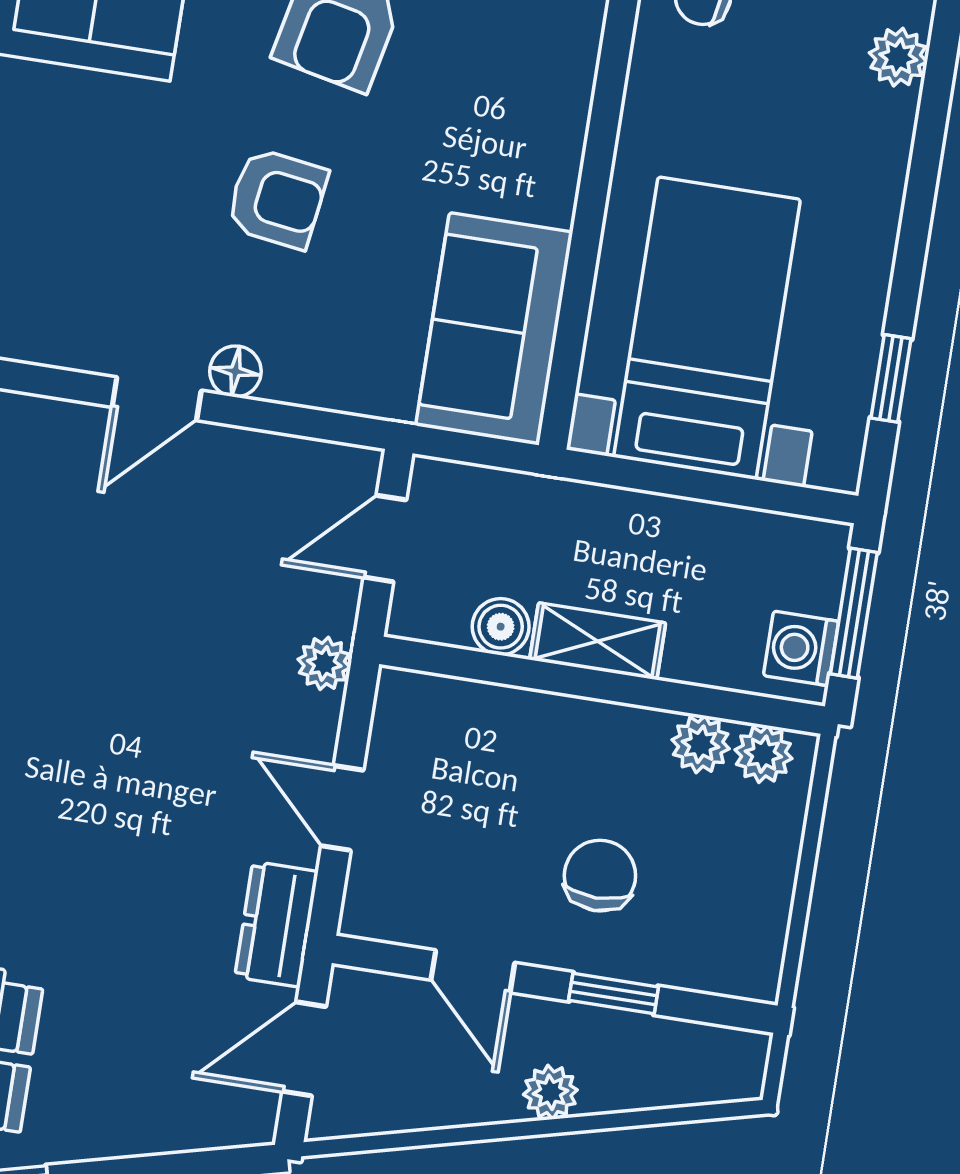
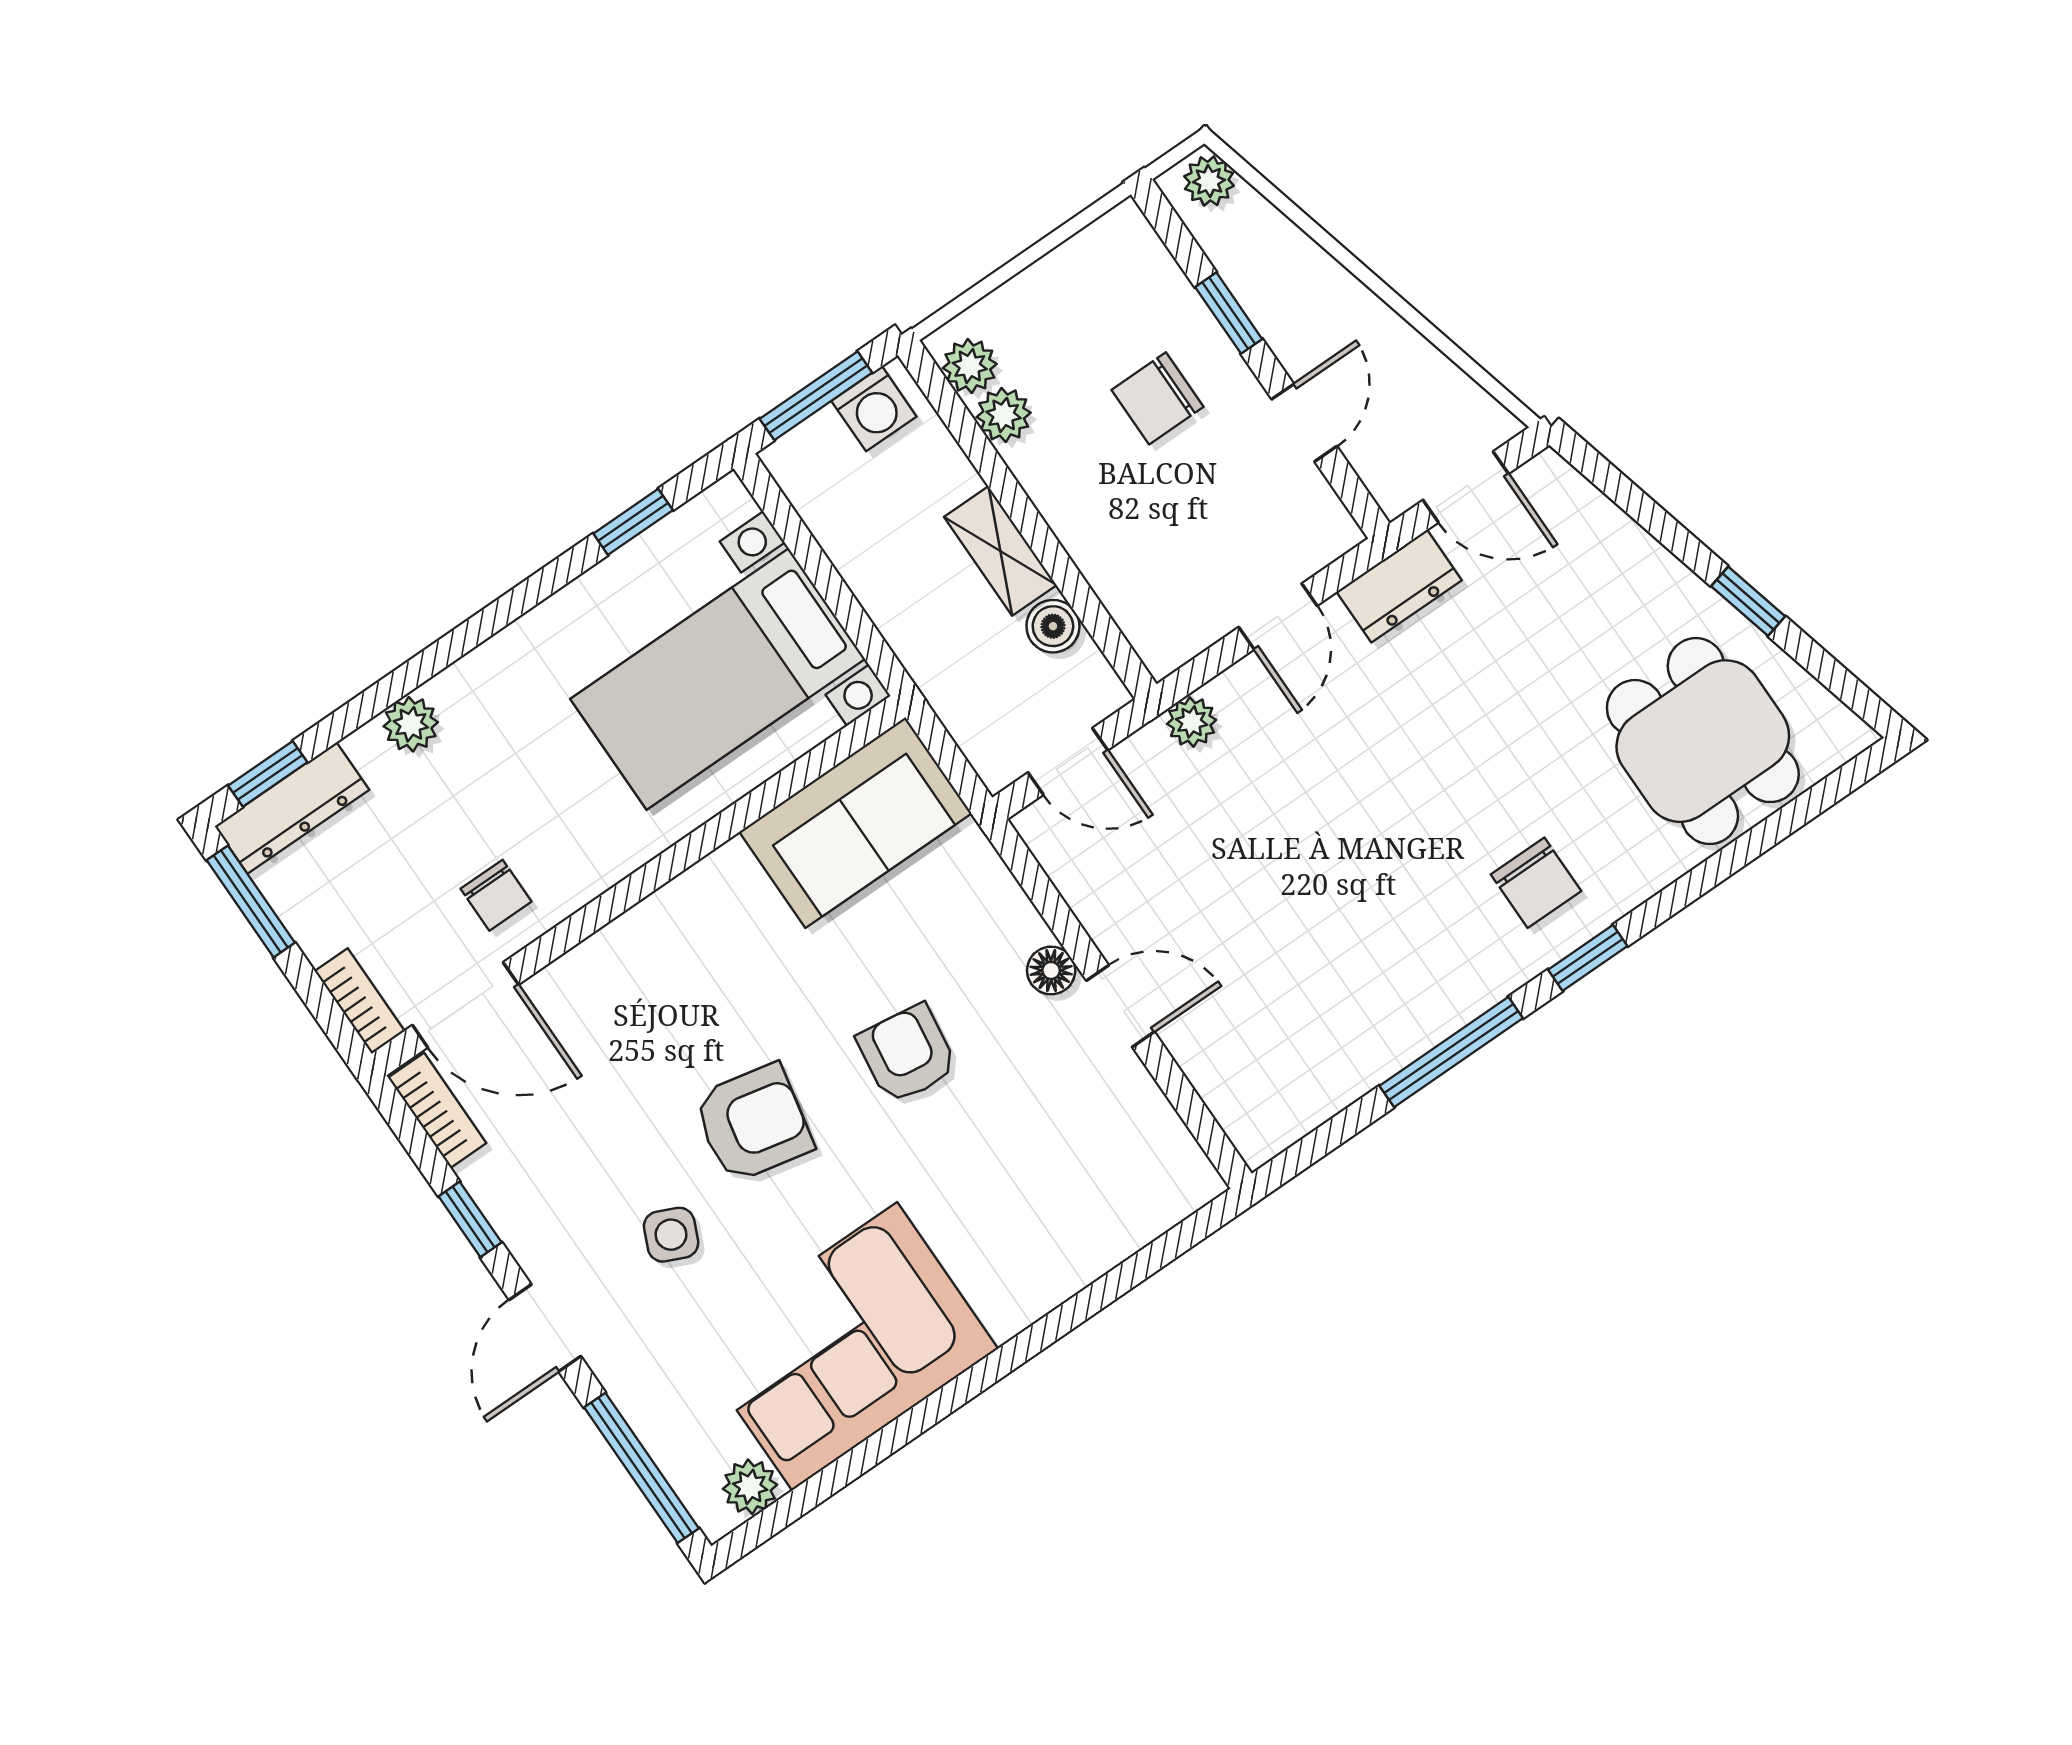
plant: (550, 1092) -> (1209, 181), moved

